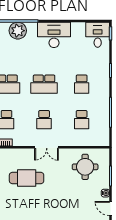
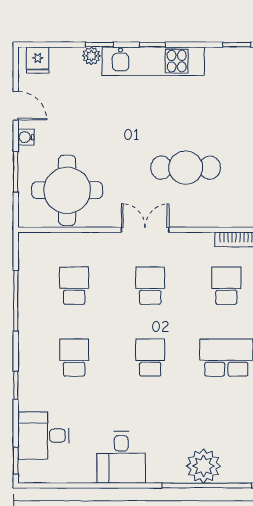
desk: (54, 35) -> (121, 457), width x0.73
desk: (98, 35) -> (44, 436), moved, turned 90
school desk: (44, 84) -> (150, 358), width x0.54
round table: (85, 167) -> (67, 190), width x1.36, depth x1.36

